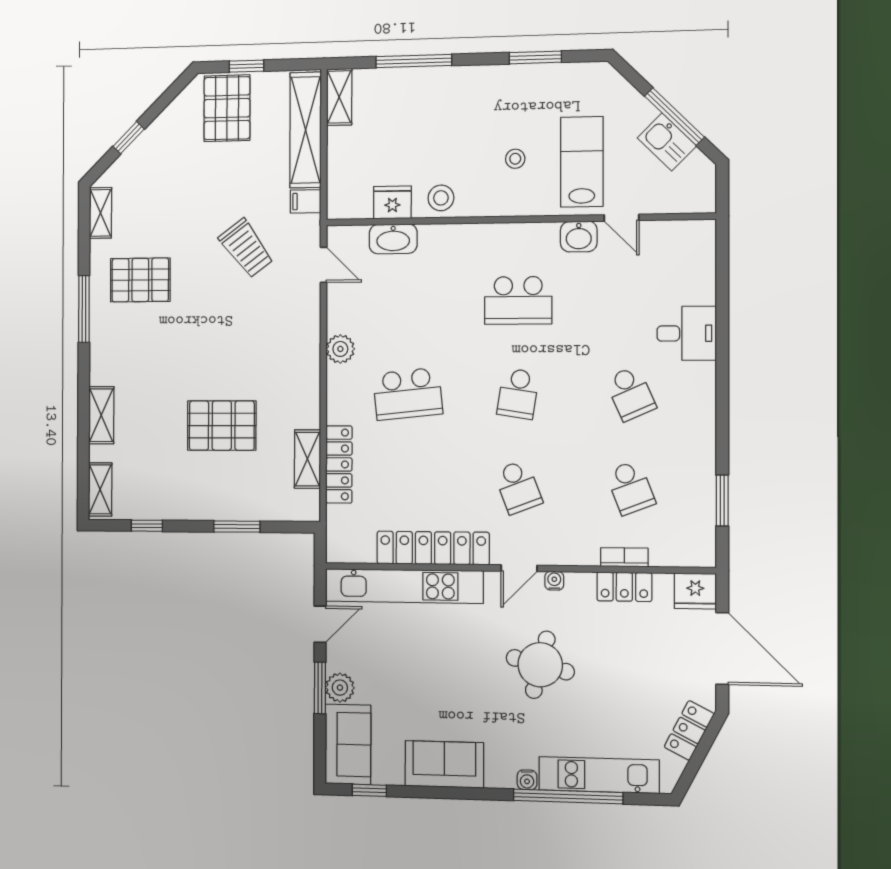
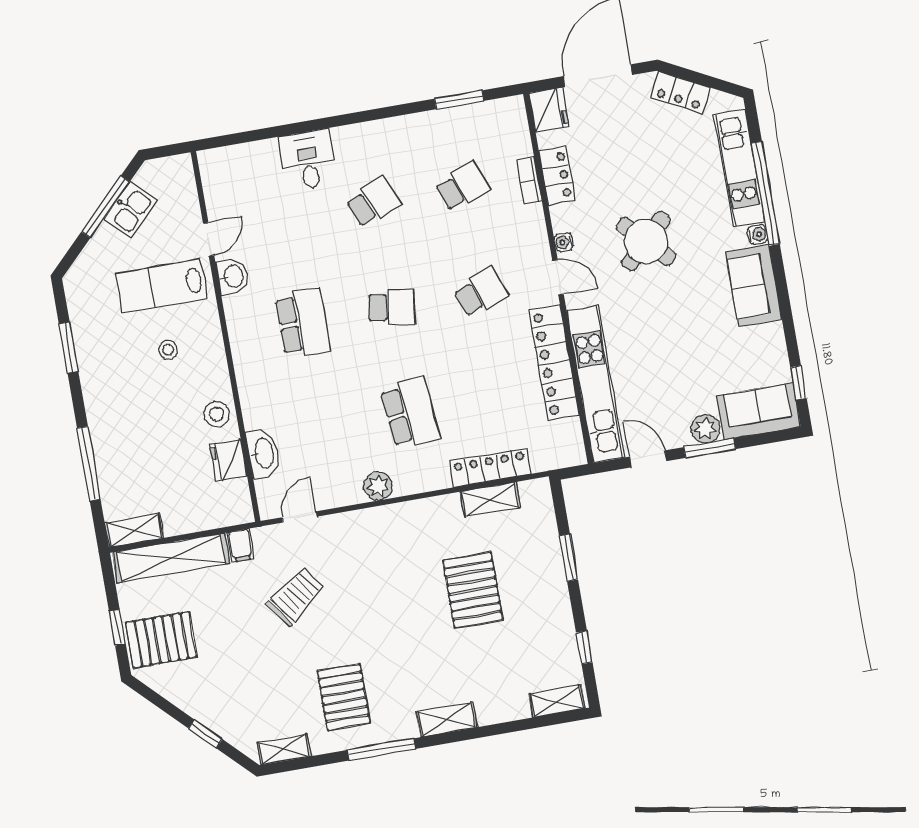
shelving: (101, 415) -> (447, 719), moved
round table: (540, 665) -> (646, 241), turned 32
sofa: (444, 764) -> (754, 286), moved

